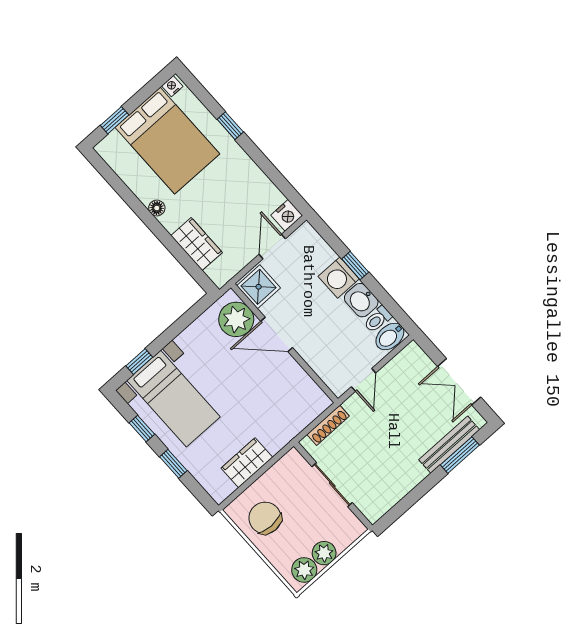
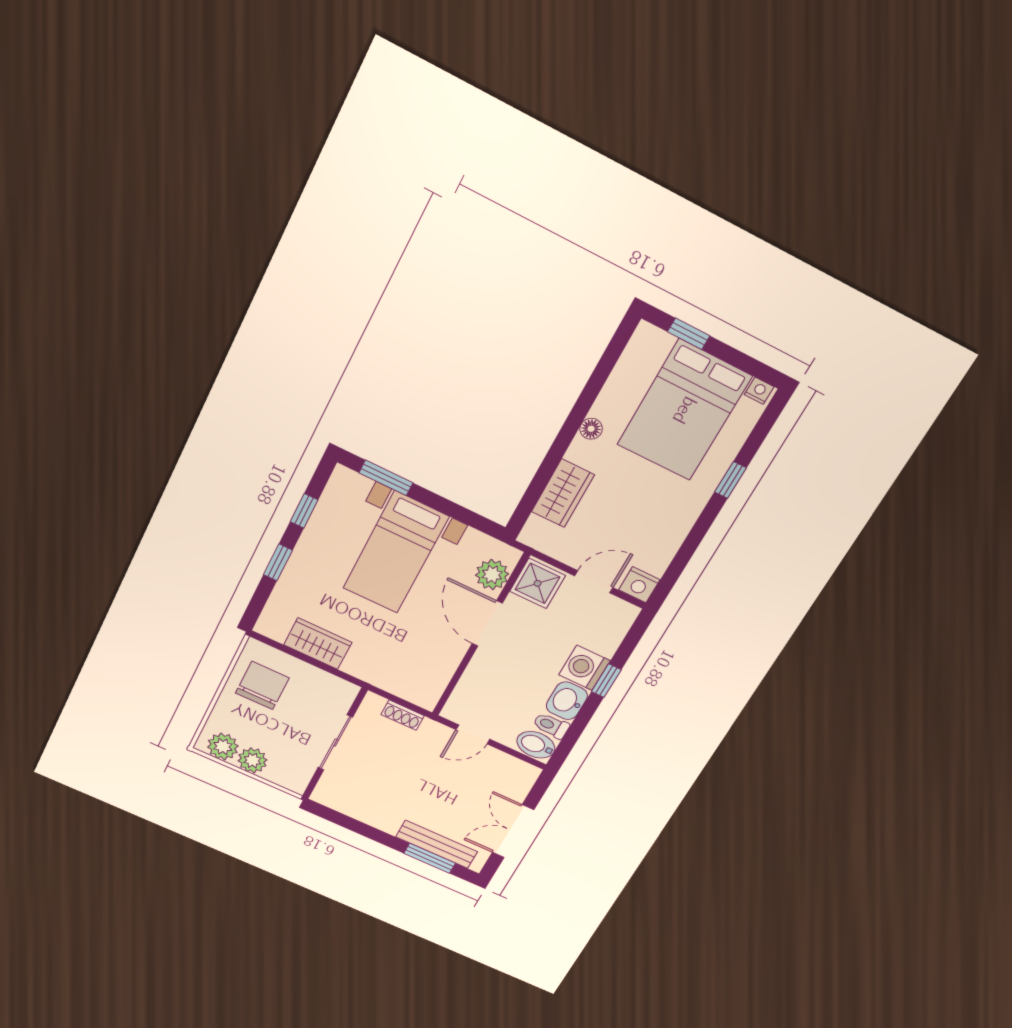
plant: (236, 319) -> (492, 575), width x0.73, depth x0.73
window: (139, 362) -> (386, 478), width x1.50
bed with nightstands: (173, 399) -> (396, 552), moved
shoe rack: (328, 425) -> (403, 715), width x0.70

